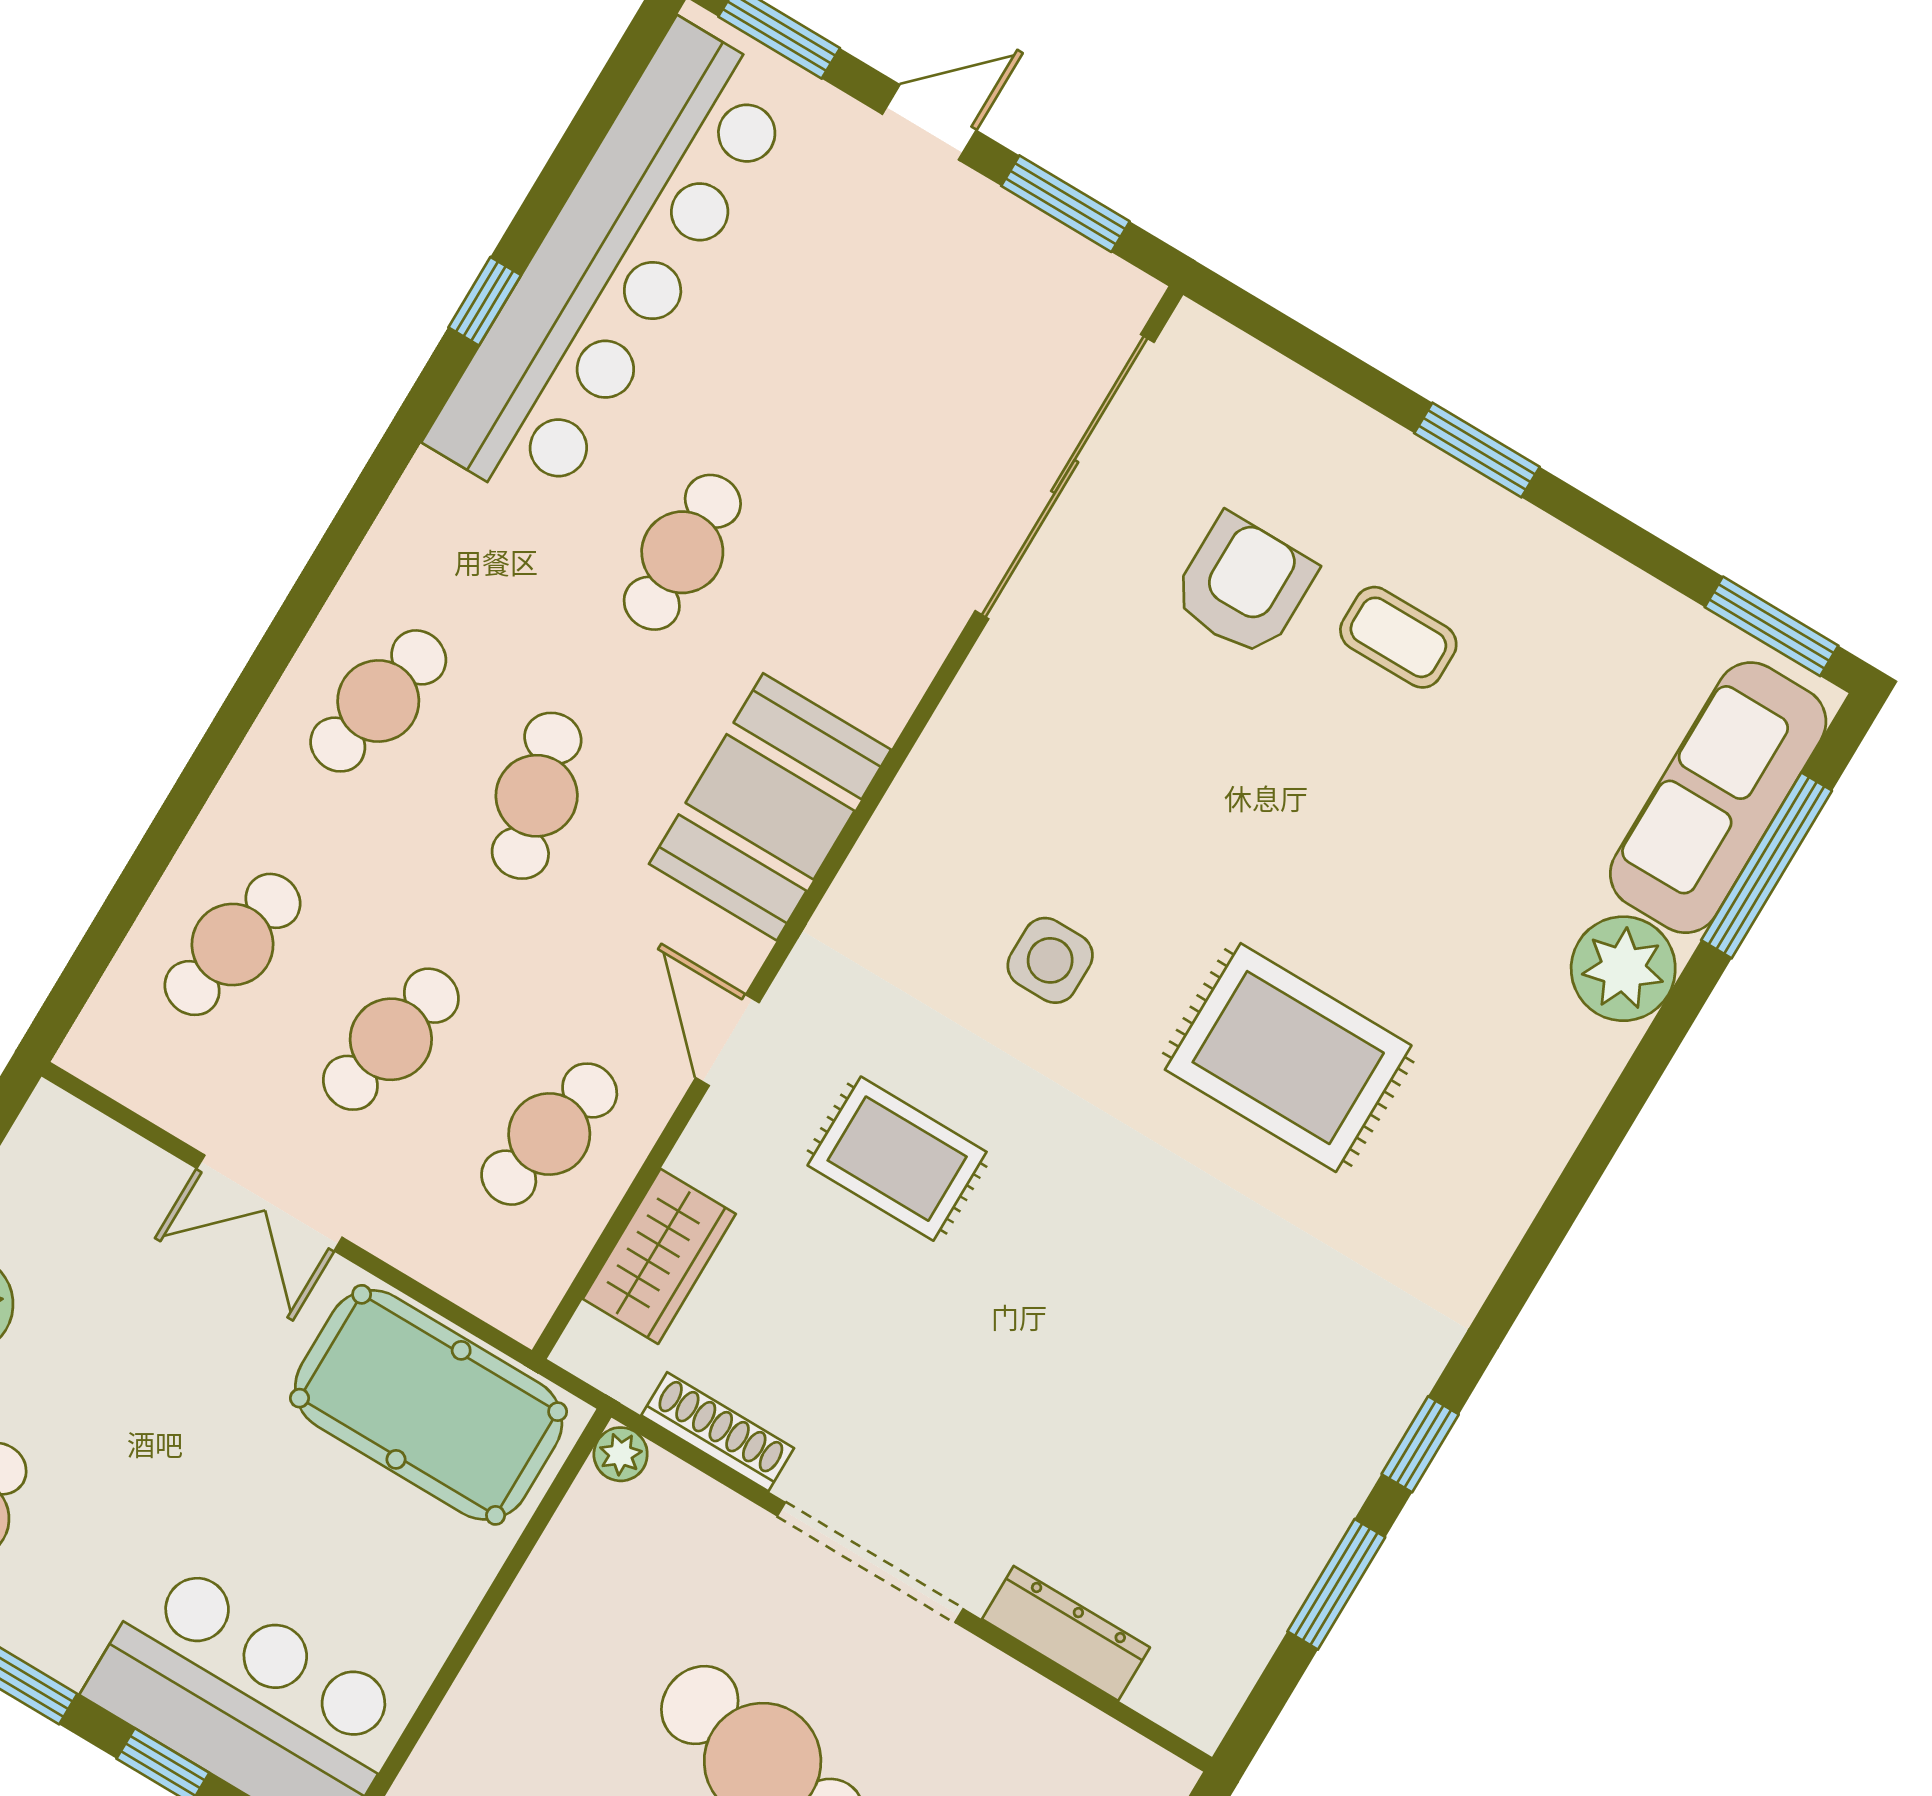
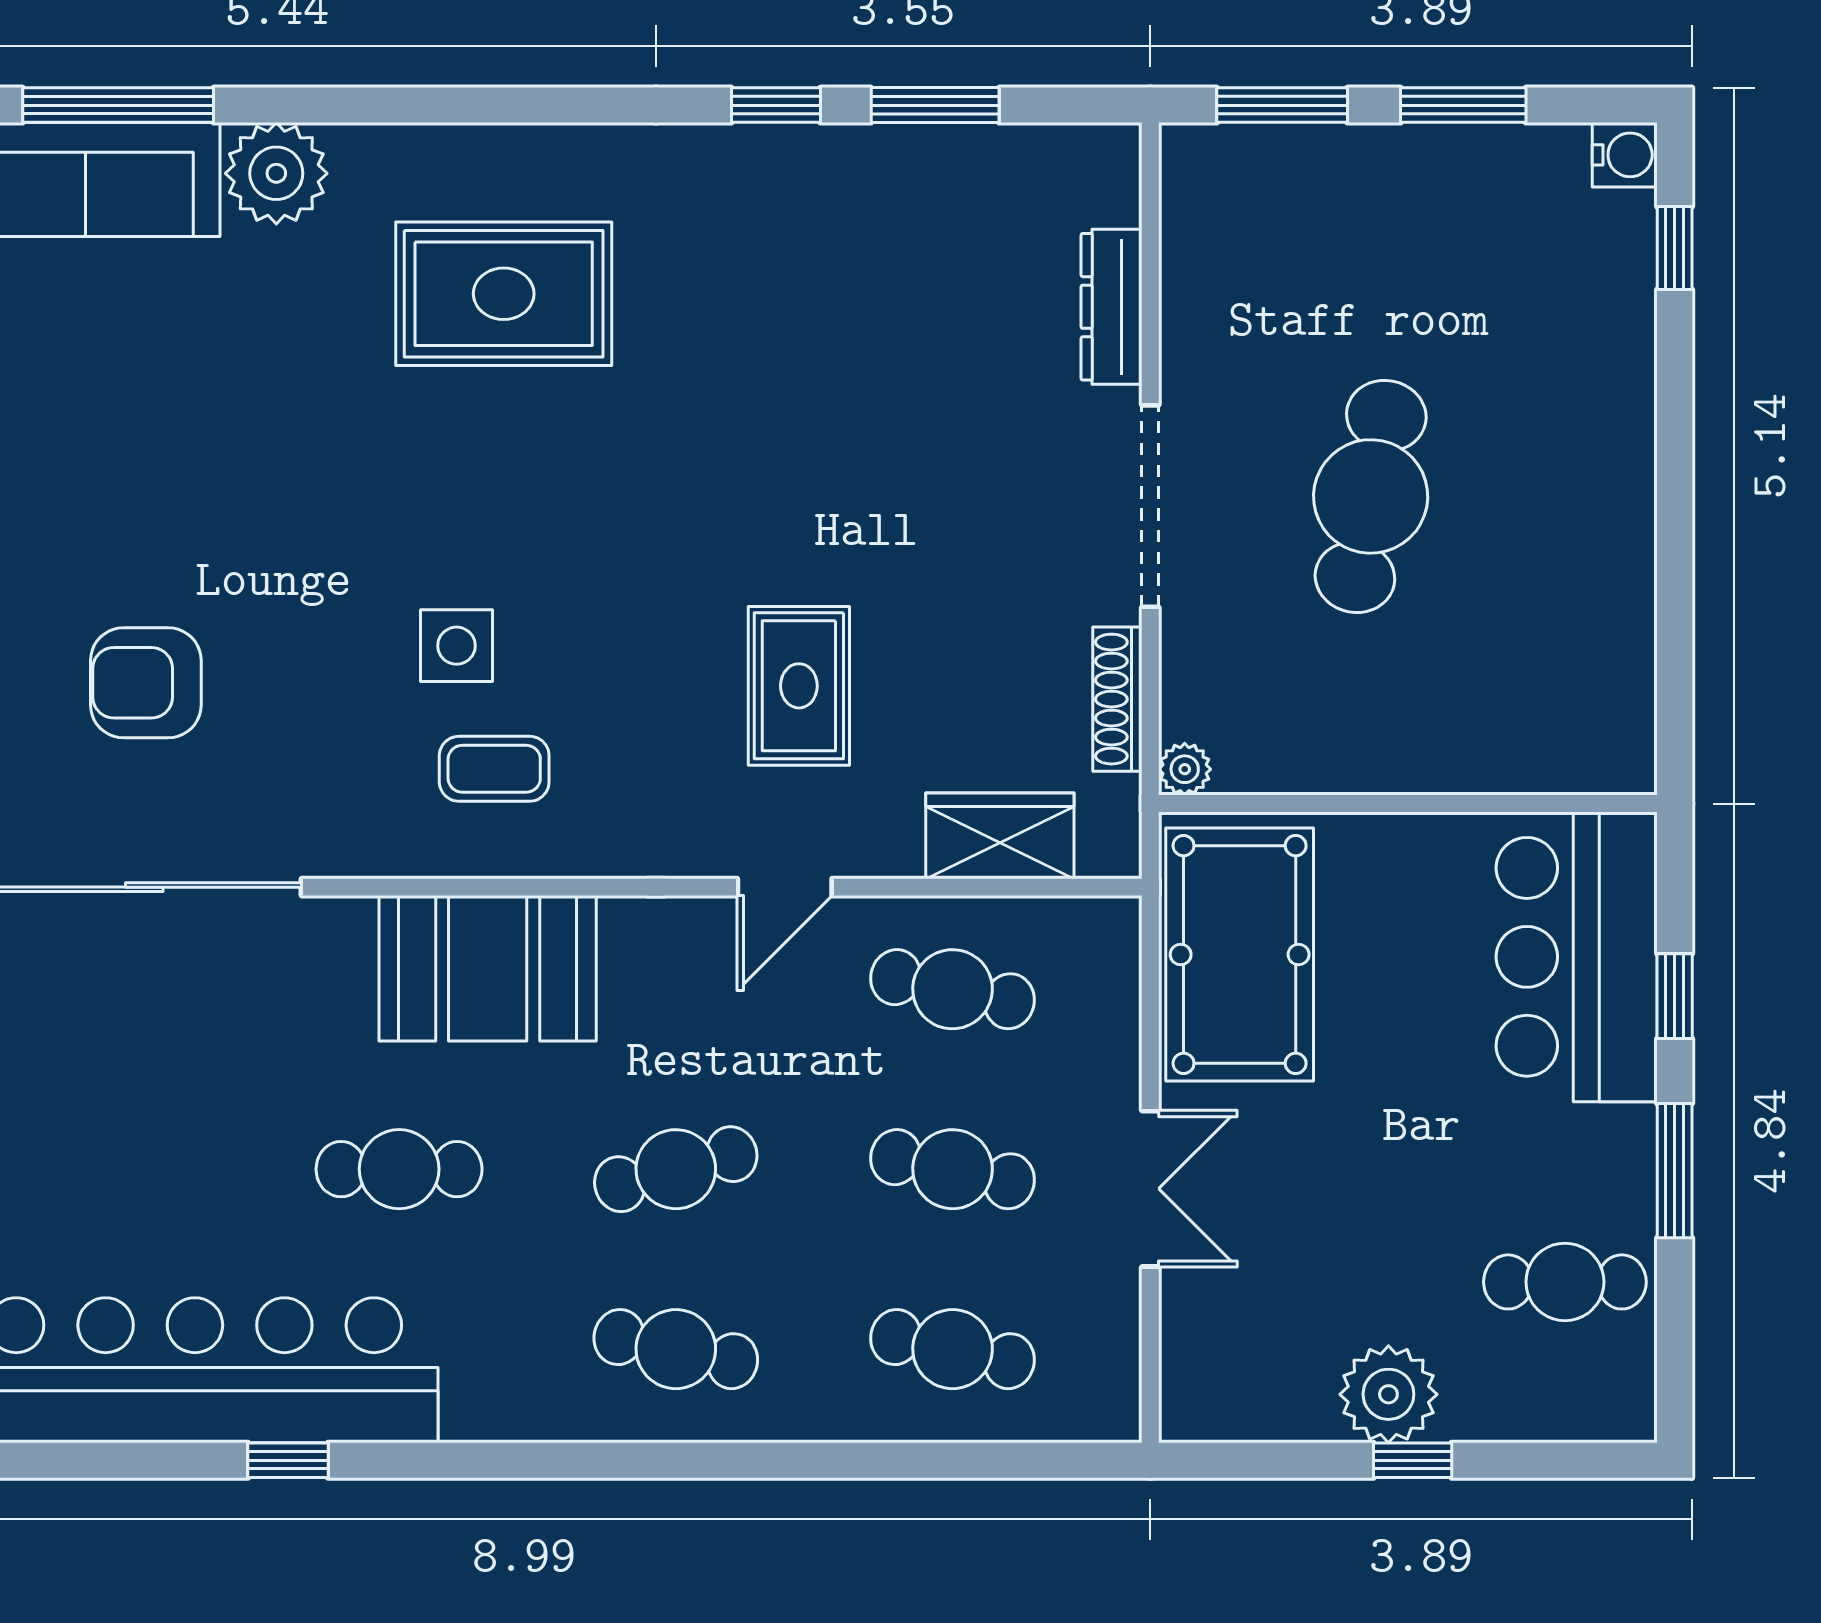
coffee table: (1398, 637) -> (494, 769), moved, turned 90
booth: (770, 807) -> (488, 968), moved
side table: (1050, 960) -> (456, 646), moved
rug: (1288, 1058) -> (504, 294), moved, turned 90

